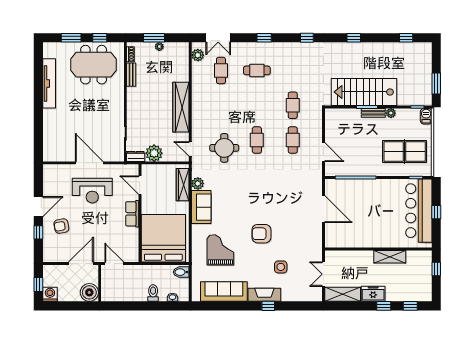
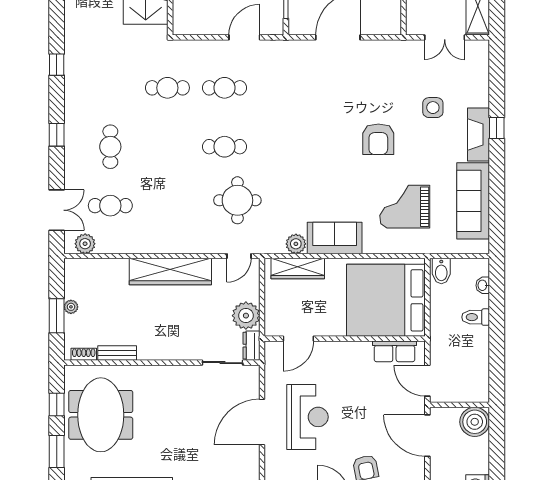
row of seats: (132, 214) -> (394, 351), moved
door: (114, 264) -> (427, 381), hinge flipped

